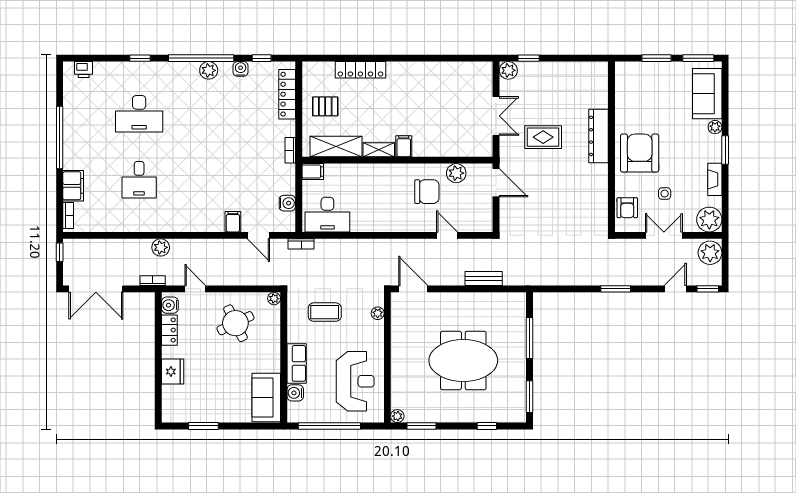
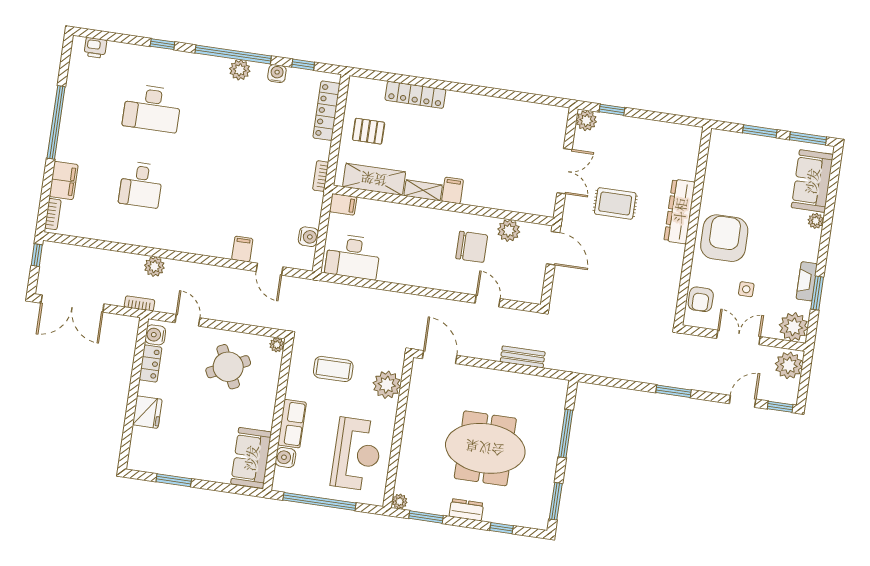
window: (725, 150) -> (817, 293), moved
bookcase: (301, 244) -> (317, 286), removed
plant: (378, 313) -> (387, 385), width x1.88, depth x1.88
dresser: (455, 415) -> (466, 510), added

